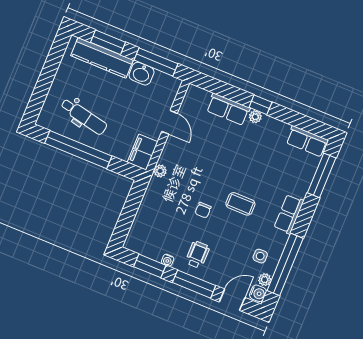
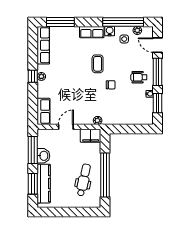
row of seats: (228, 109) -> (44, 111), moved
row of seats: (307, 141) -> (43, 45), width x1.48
water cooler: (258, 293) -> (110, 31), moved

